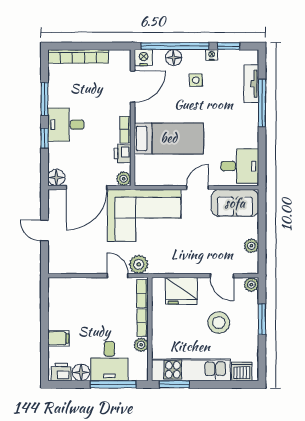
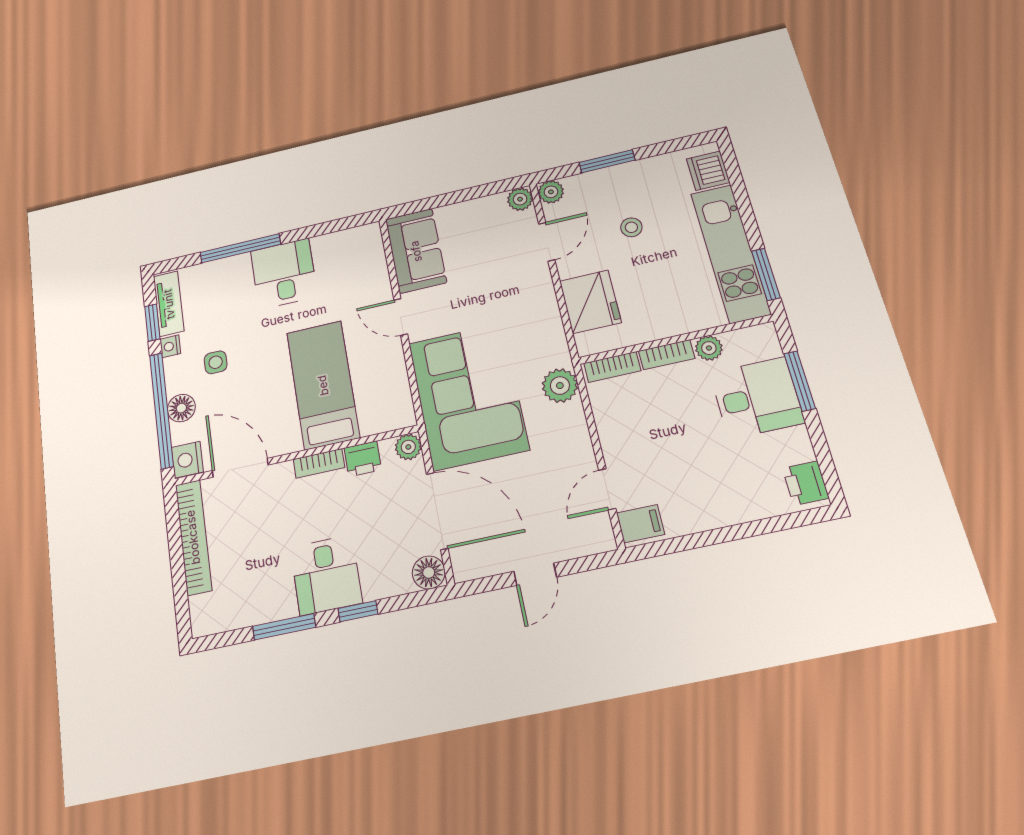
bookcase: (78, 56) -> (193, 537), moved
tv unit: (251, 84) -> (169, 304), moved, turned -90
desk: (240, 166) -> (284, 274), moved
plant: (251, 246) -> (520, 199), moved
door: (118, 276) -> (607, 489), moved
stool: (219, 323) -> (631, 227), width x0.53, depth x0.53
filing cabinet: (58, 338) -> (640, 524), moved, turned 90
floor lamp: (81, 372) -> (795, 445), removed
window: (113, 384) -> (800, 381), width x0.69

